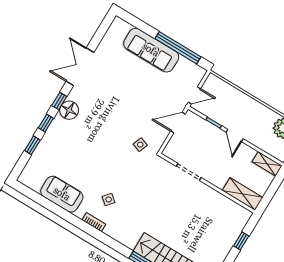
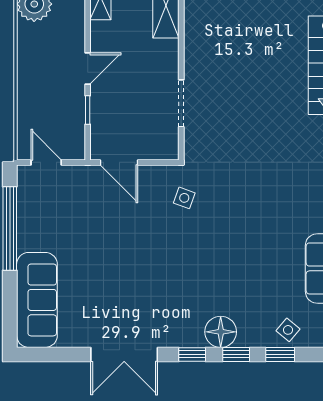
sofa: (151, 50) -> (37, 300), moved
door: (194, 95) -> (46, 162), moved
floor lamp: (69, 110) -> (221, 332), moved
side table: (109, 200) -> (288, 330), moved

